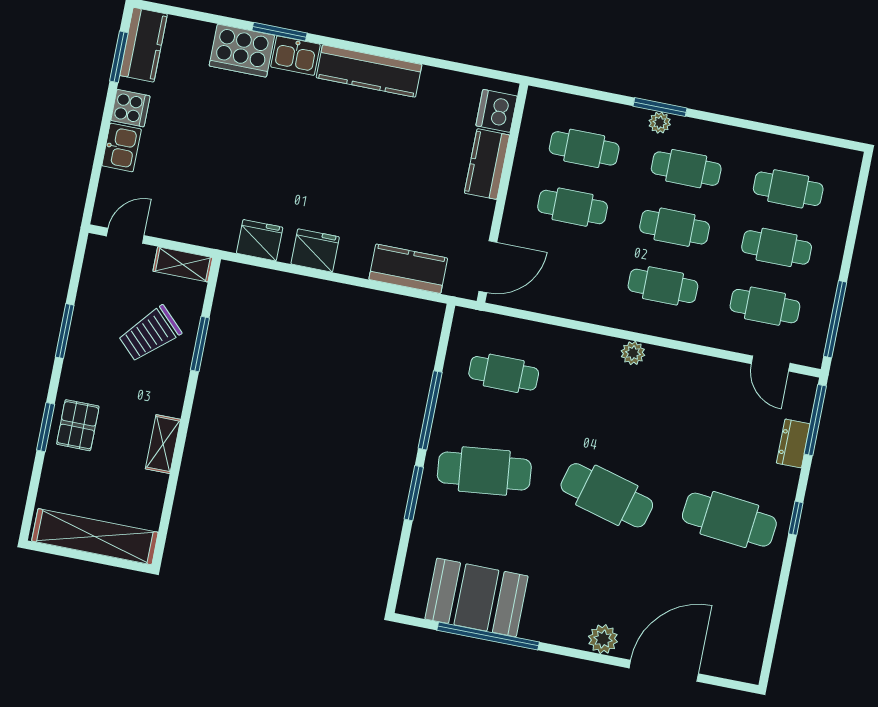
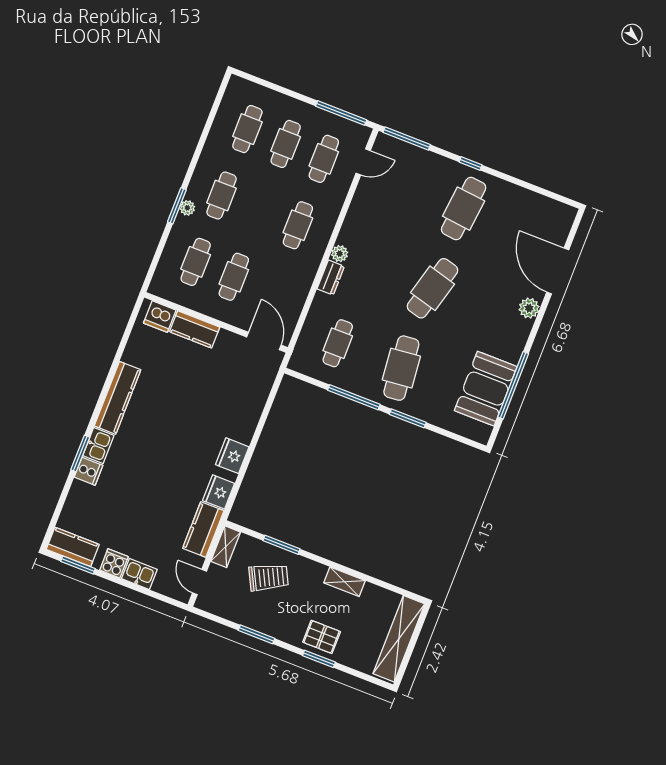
cooker: (242, 51) -> (89, 471), width x0.53, depth x0.76
cafe table: (675, 227) -> (260, 210), removed
kitchen counter: (408, 269) -> (203, 529), moved
trolley: (150, 334) -> (269, 577), turned -72
dresser: (793, 443) -> (331, 277), moved, turned -90

